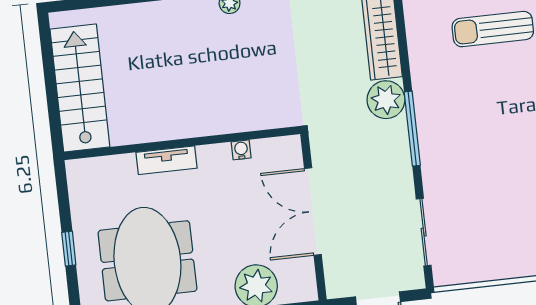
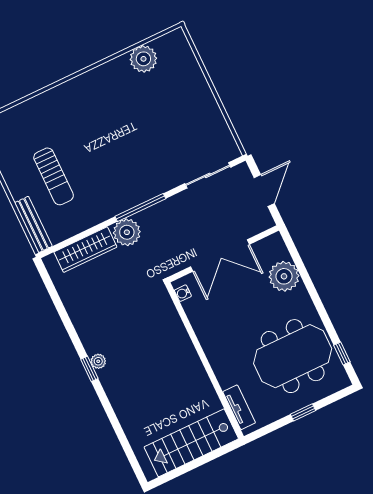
water cooler: (241, 150) -> (183, 293), moved
tv unit: (167, 160) -> (239, 407), moved

